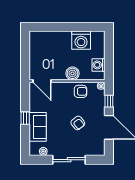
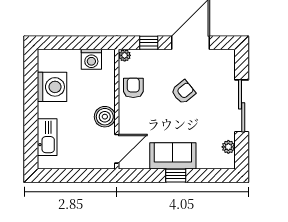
kitchen sink: (49, 37) -> (47, 137), added
boiler: (72, 73) -> (105, 117), moved
sofa: (38, 127) -> (173, 156), moved

